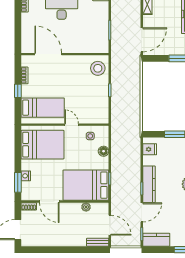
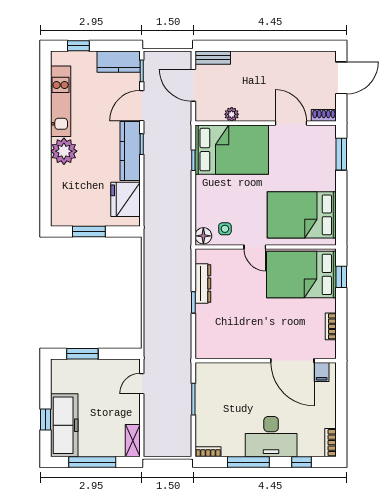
door: (142, 40) -> (142, 384), width x0.53
filing cabinet: (30, 47) -> (322, 372), added
stool: (98, 68) -> (213, 338), removed
window: (18, 91) -> (341, 277), moved
dresser: (104, 102) -> (203, 283), added
bed: (43, 108) -> (301, 274), width x1.50
fridge: (150, 149) -> (125, 199), width x1.88, depth x1.34
floor lamp: (104, 151) -> (203, 236), moved
nightstand: (26, 176) -> (329, 165), removed

